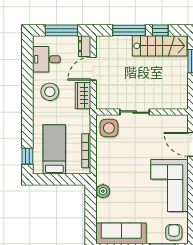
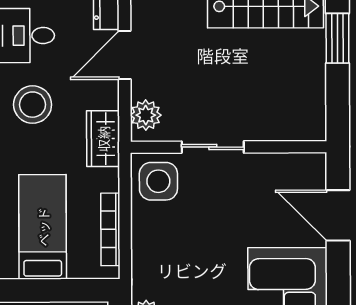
wardrobe: (83, 96) -> (103, 139), moved
plant: (103, 97) -> (146, 115), added

